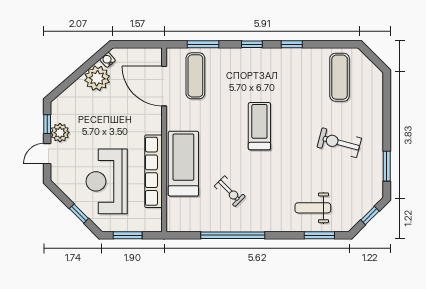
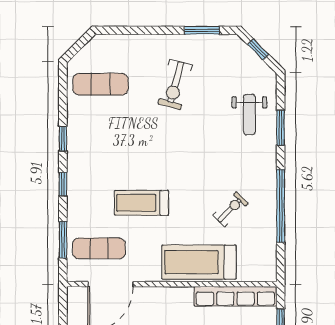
treadmill: (259, 126) -> (142, 203), moved
row of seats: (153, 171) -> (235, 296), moved
window: (319, 235) -> (281, 128), moved

